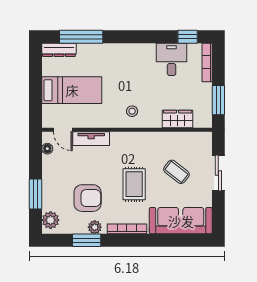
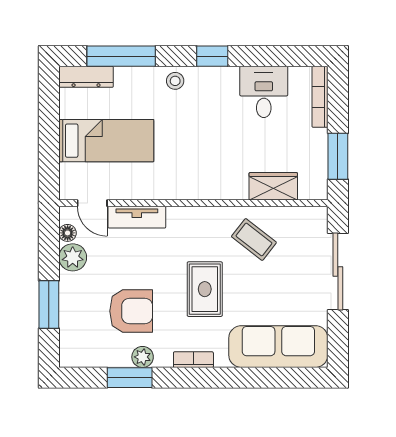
window: (188, 37) -> (212, 56), moved
stool: (132, 111) -> (175, 81), moved
coffee table: (176, 172) -> (254, 239), moved
sliding door: (218, 173) -> (338, 271), width x1.37
plant: (51, 220) -> (73, 257), moved
bookcase: (127, 229) -> (193, 360), width x0.64

